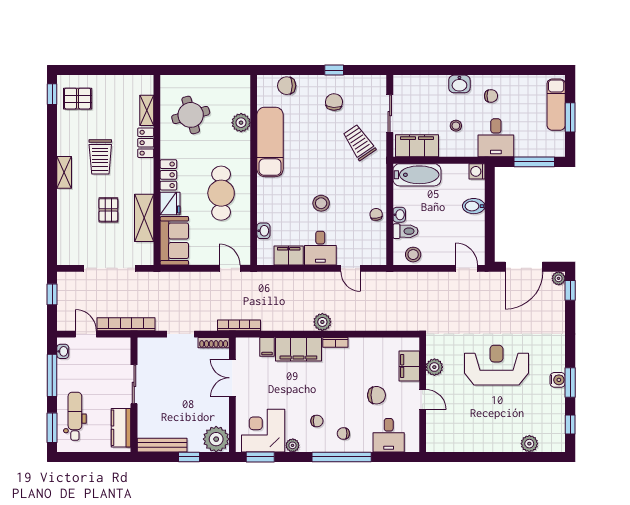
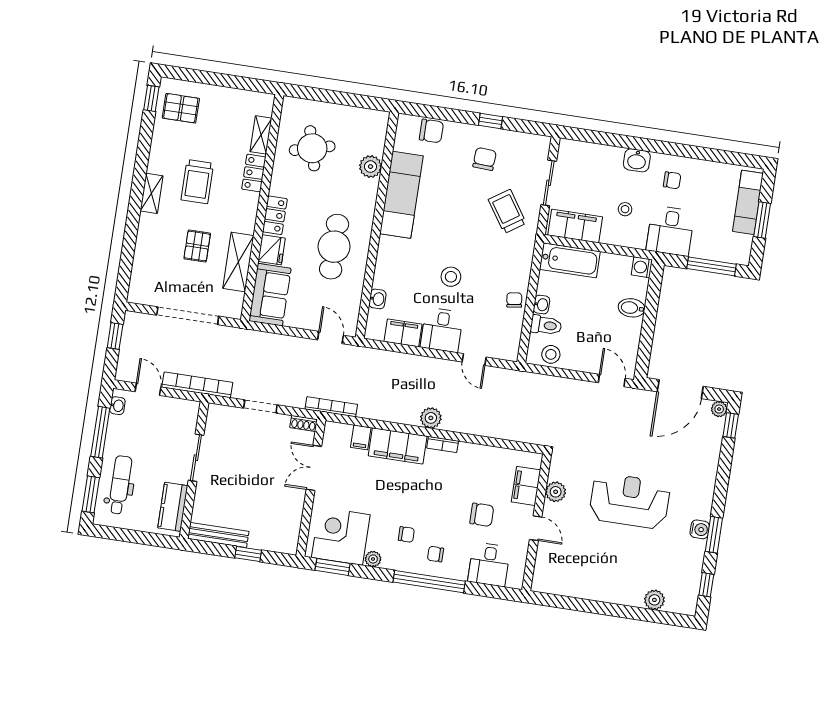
chair: (287, 86) -> (431, 131), turned 180
shoe rack: (214, 343) -> (304, 423), width x0.70
plant: (216, 439) -> (284, 538), removed

